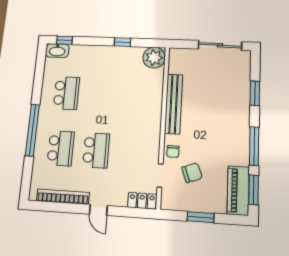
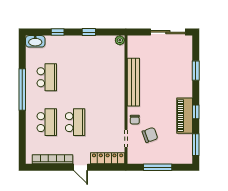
window: (64, 40) -> (58, 32), moved
plant: (154, 58) -> (120, 40), width x0.53, depth x0.53
window: (32, 130) -> (22, 90), moved
window: (254, 146) -> (196, 112), width x0.46
piano: (238, 191) -> (185, 116), moved
locker: (142, 201) -> (108, 158), width x1.53
window: (201, 217) -> (158, 167), width x1.44

